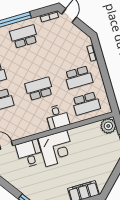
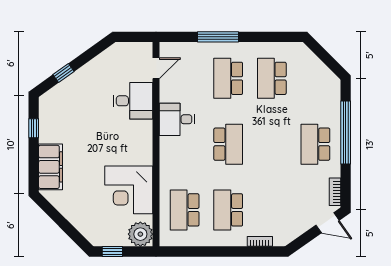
school desk: (24, 36) -> (315, 144), turned 180
desk: (57, 117) -> (177, 119), moved
corner desk: (56, 148) -> (129, 190), moved

